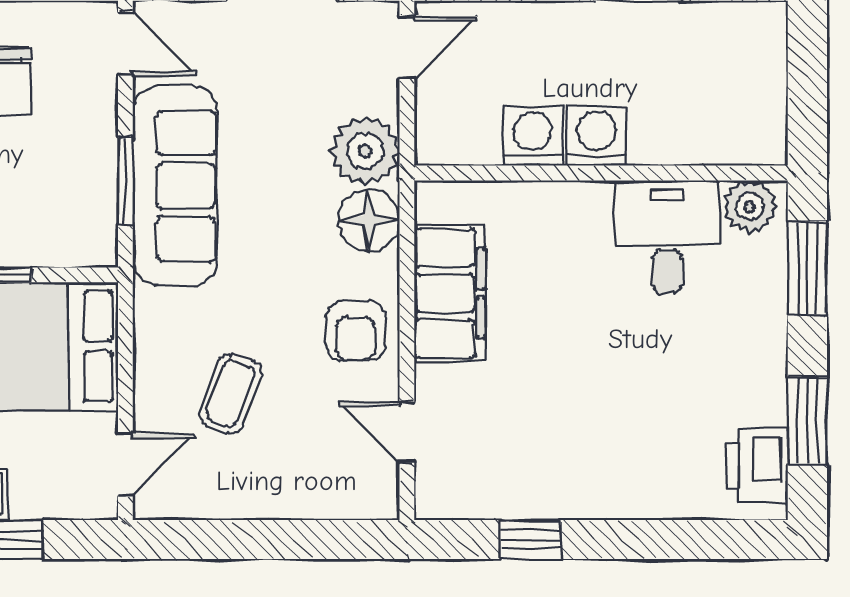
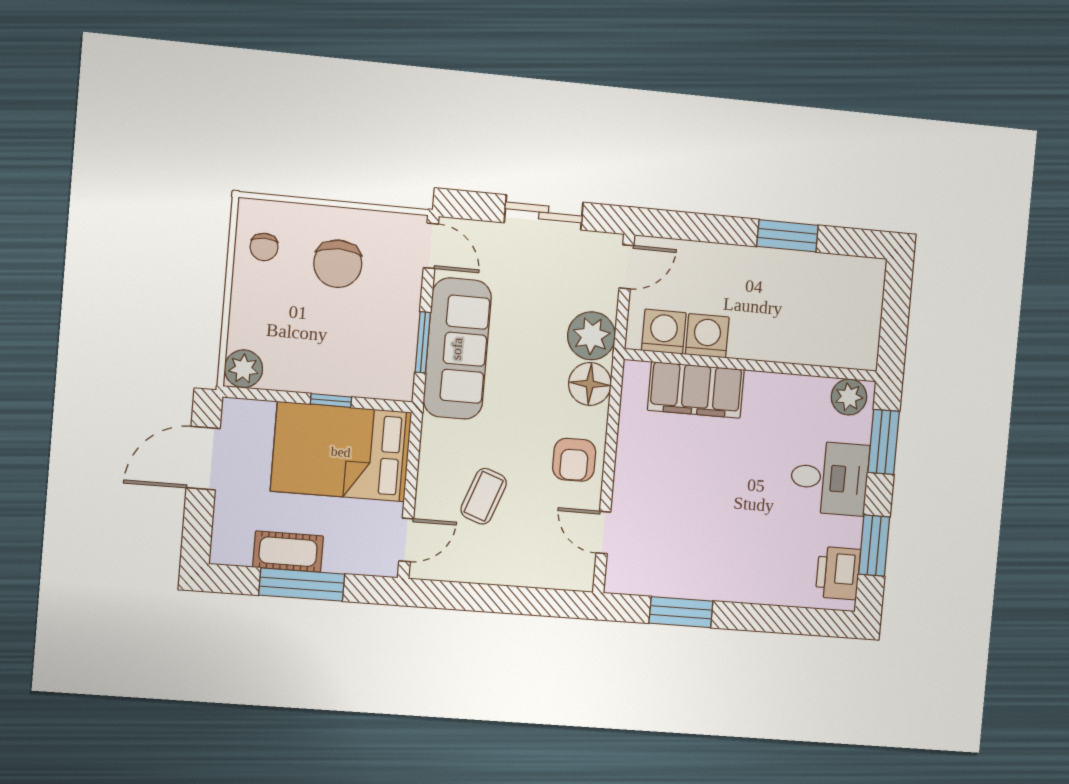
washing machine: (597, 136) -> (664, 332), moved
desk: (667, 237) -> (829, 478), moved, turned 90
filing cabinet: (450, 293) -> (696, 390), moved, turned 90
window: (530, 539) -> (681, 612), width x1.50

